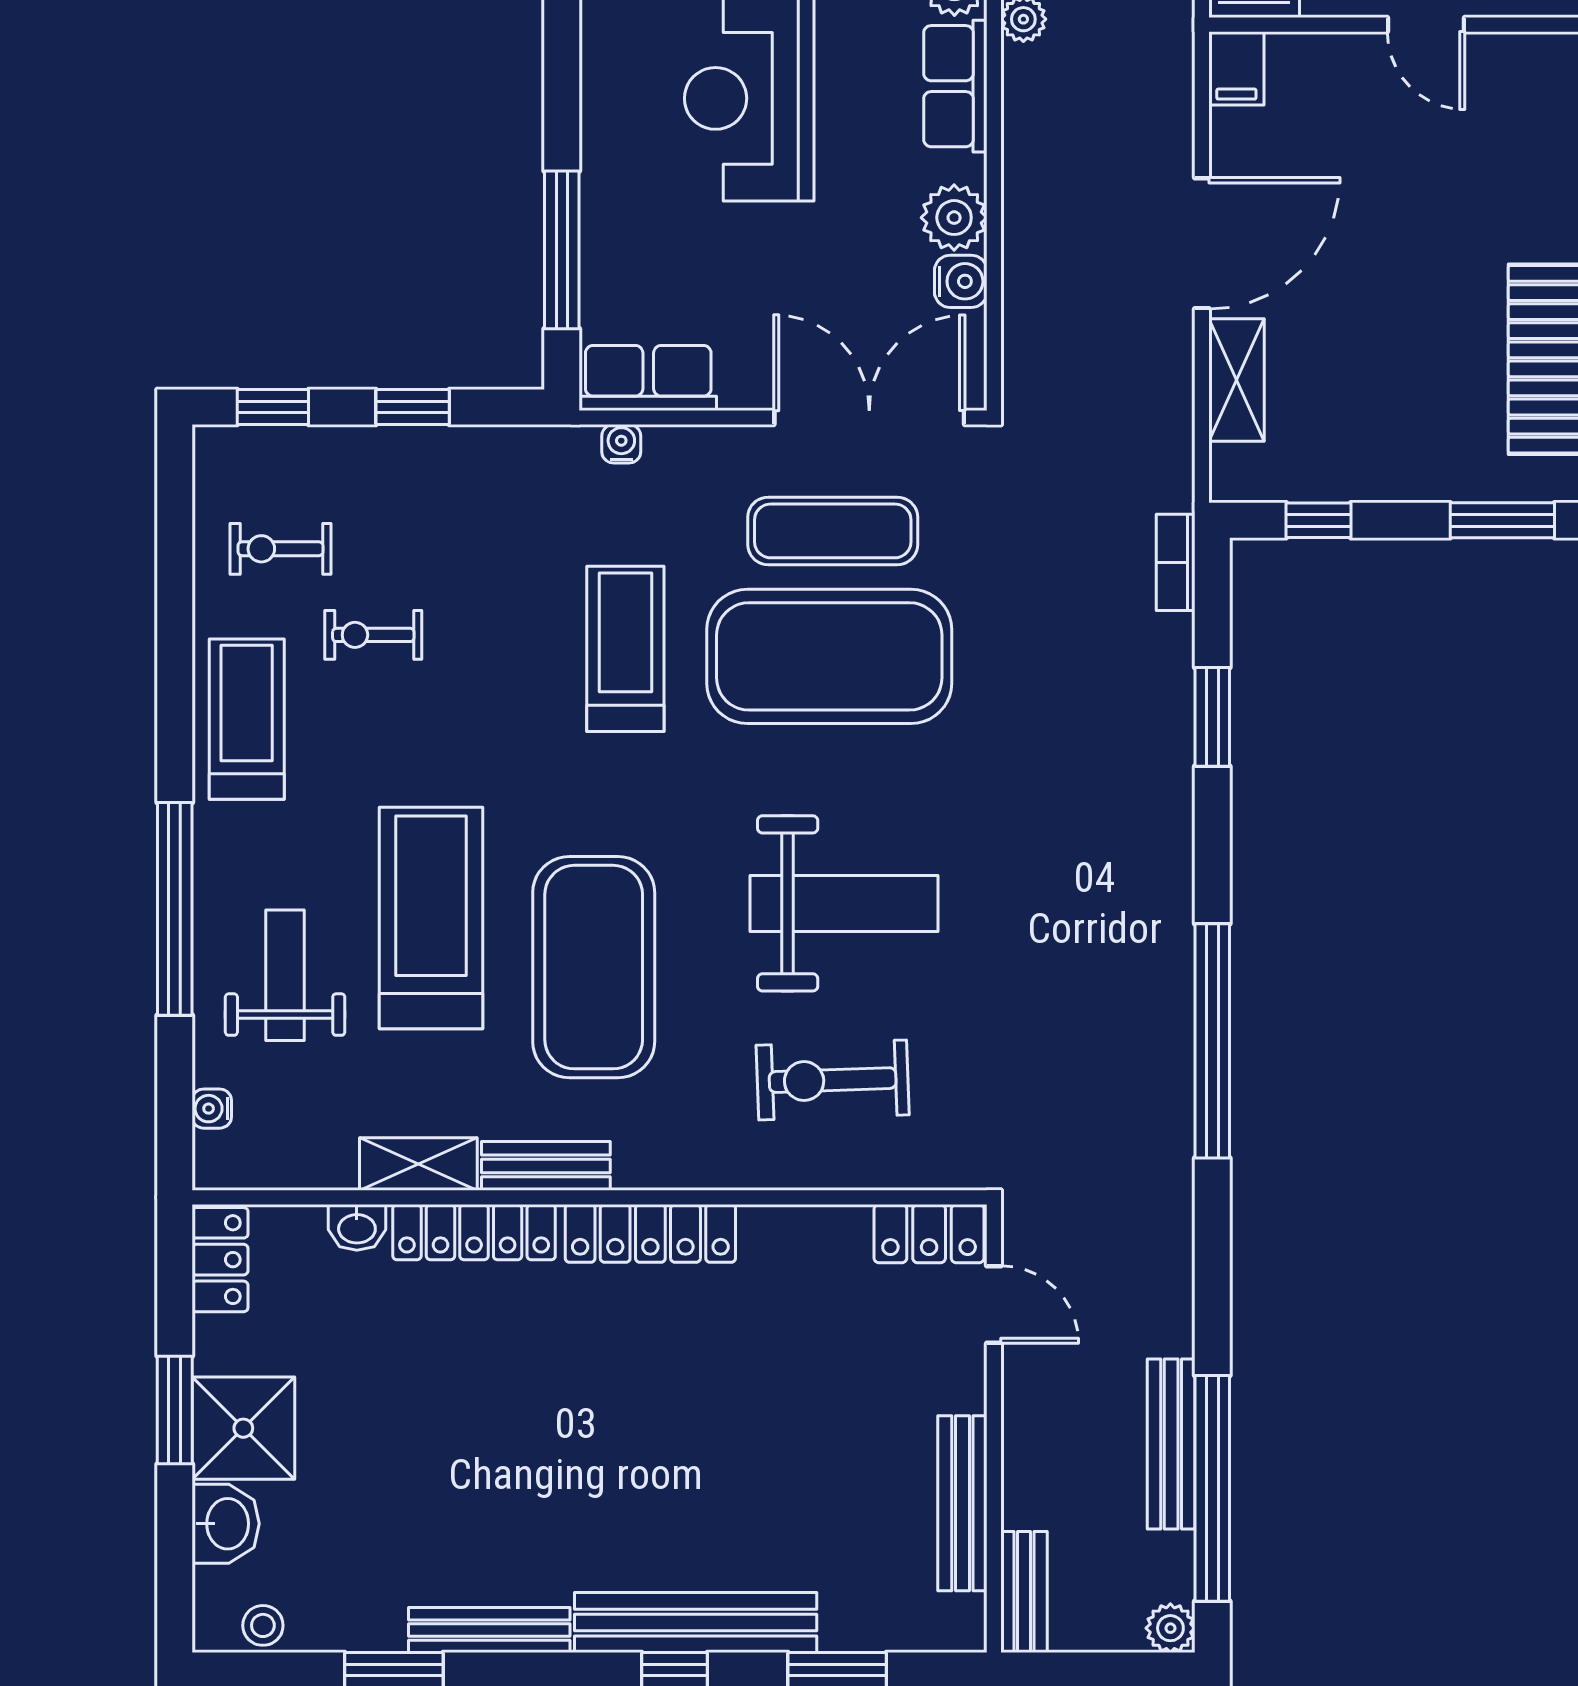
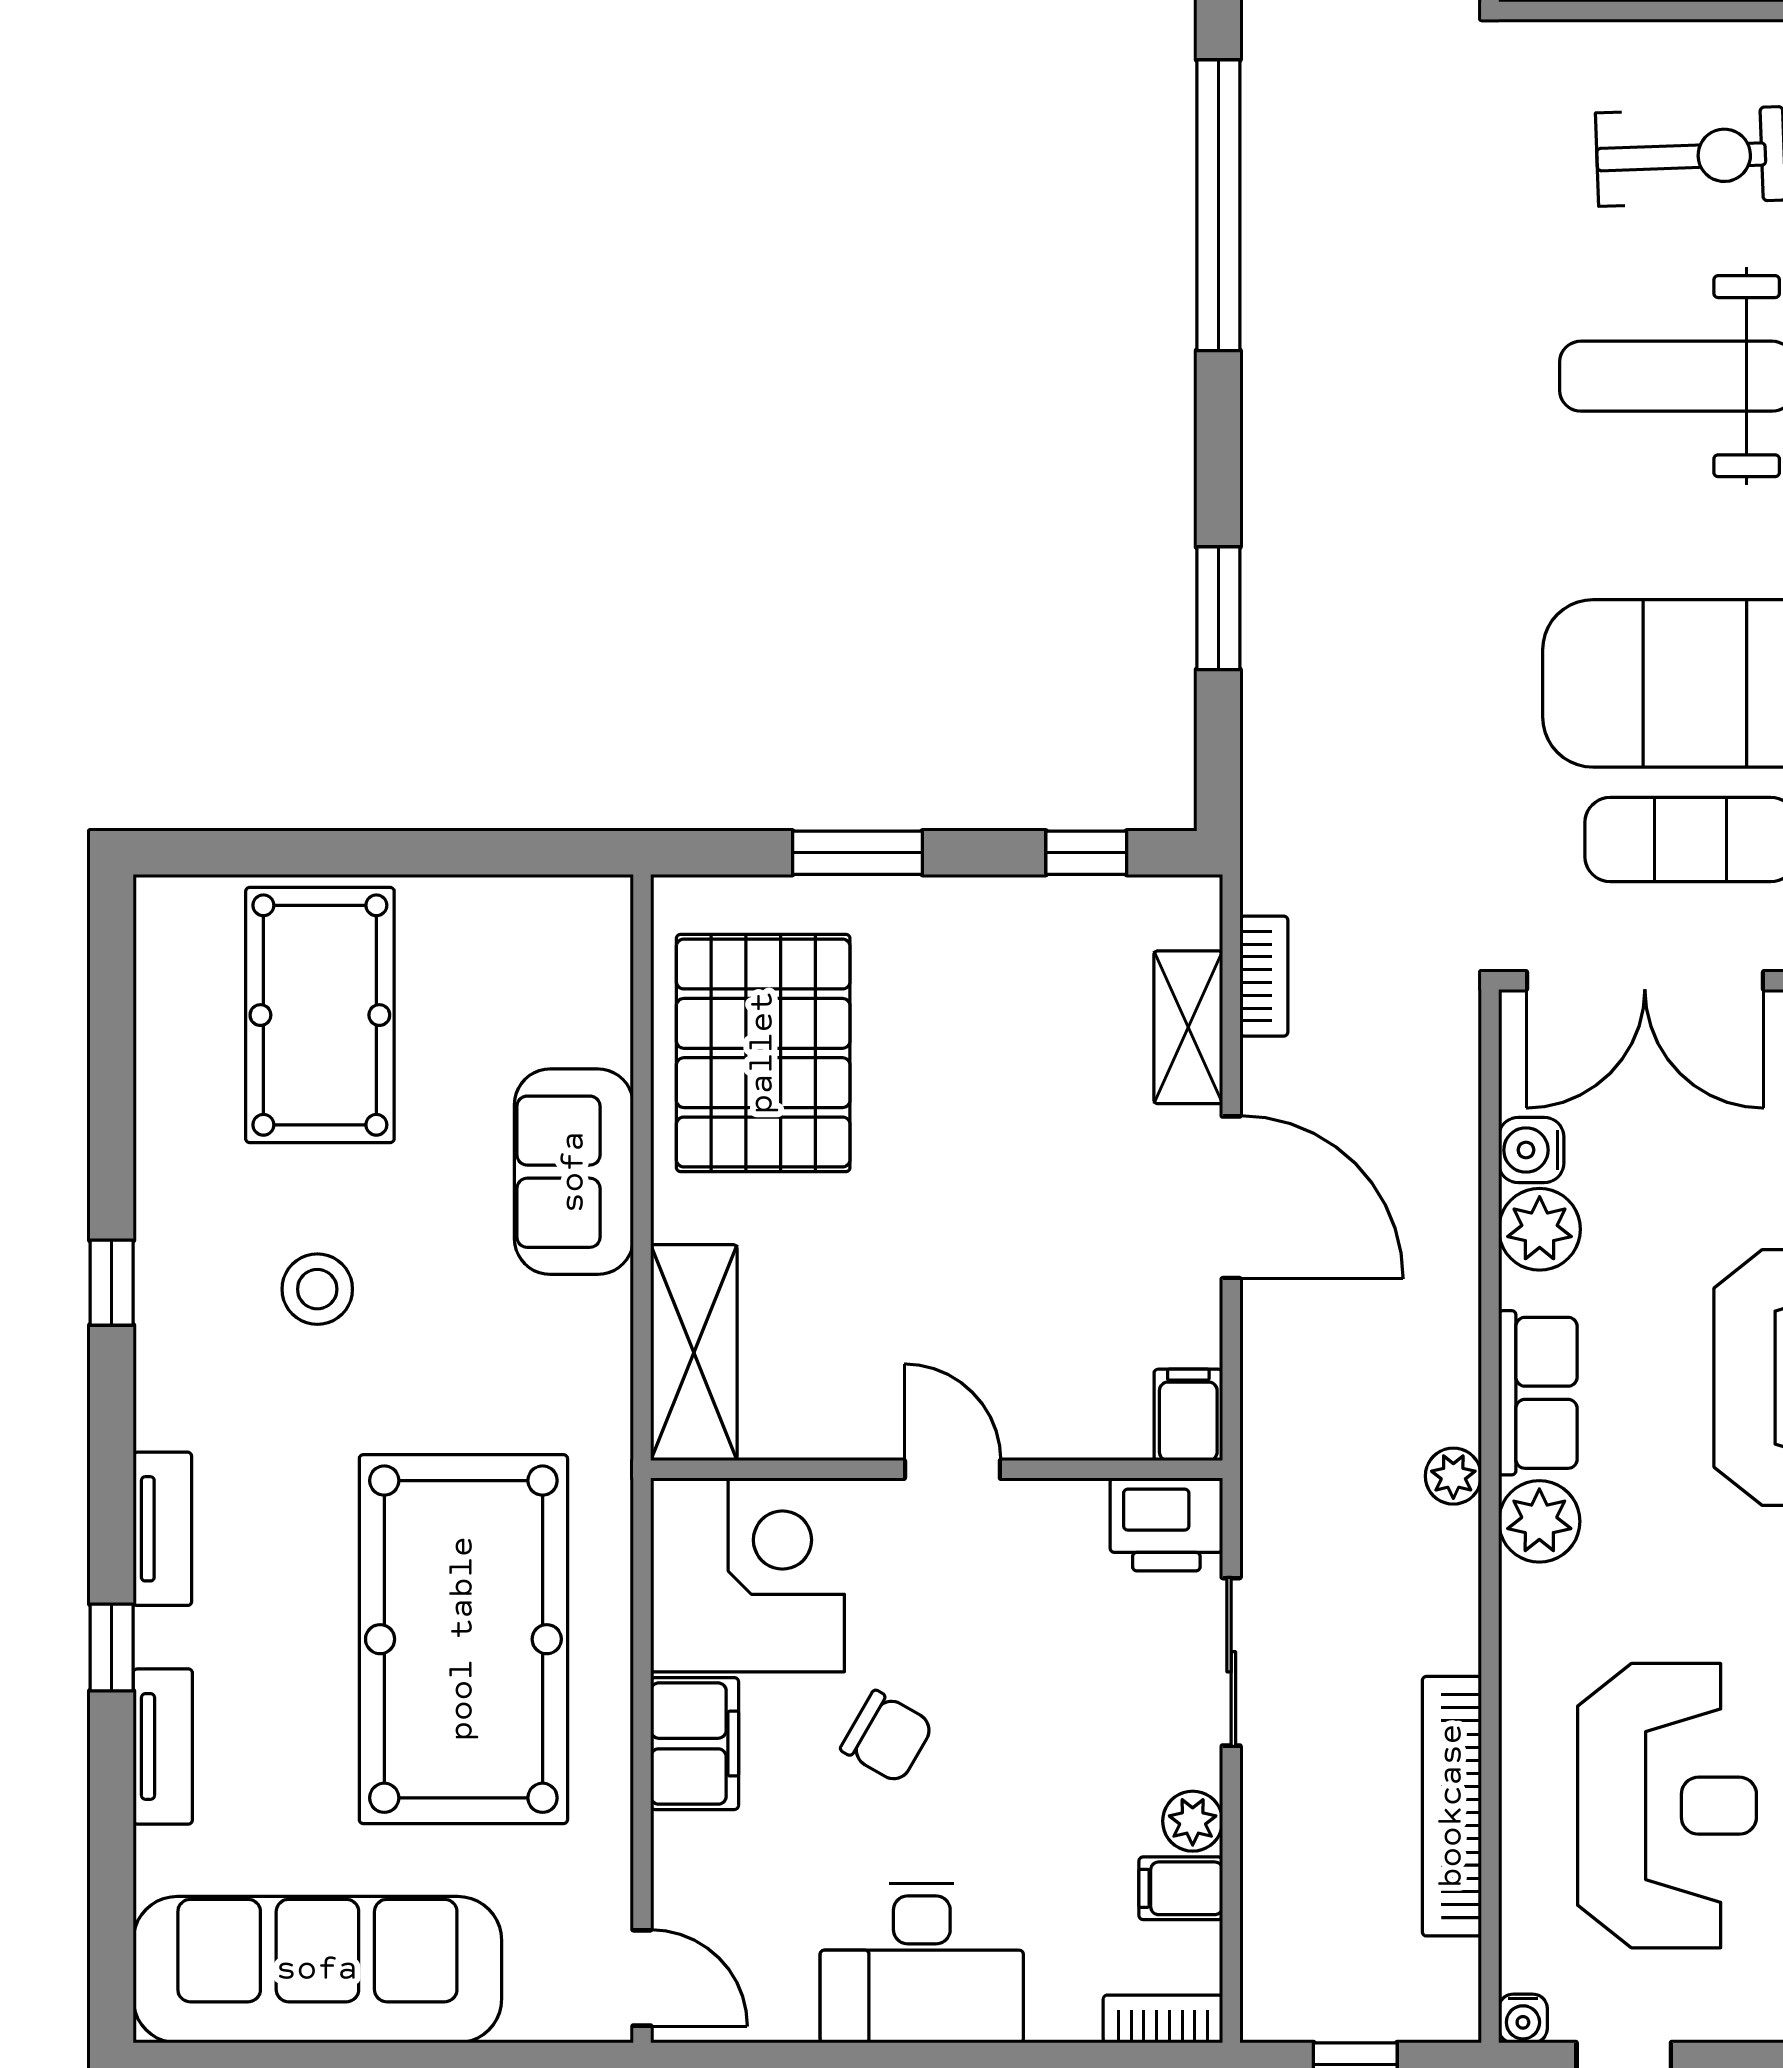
door: (1202, 243) -> (1231, 1197), swing flipped
bookcase: (1176, 562) -> (1264, 976), moved

